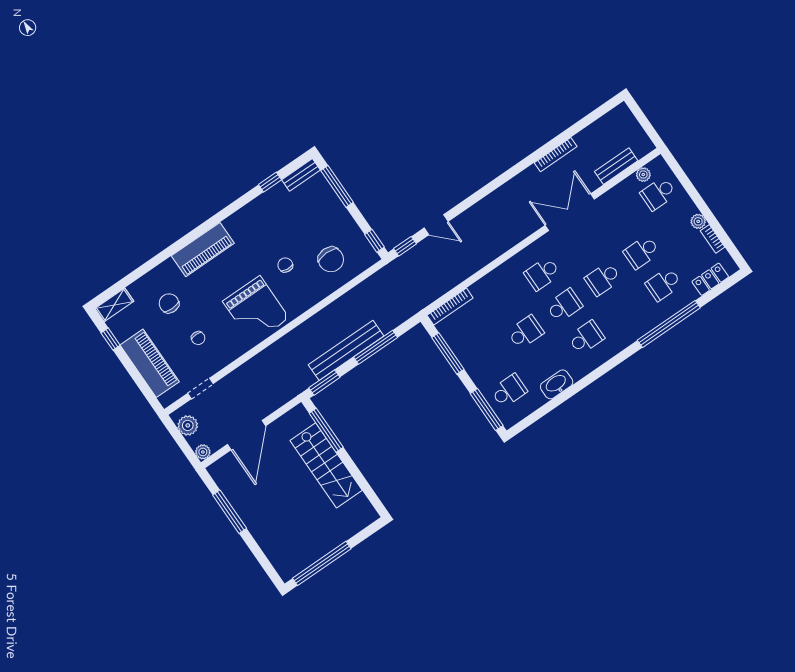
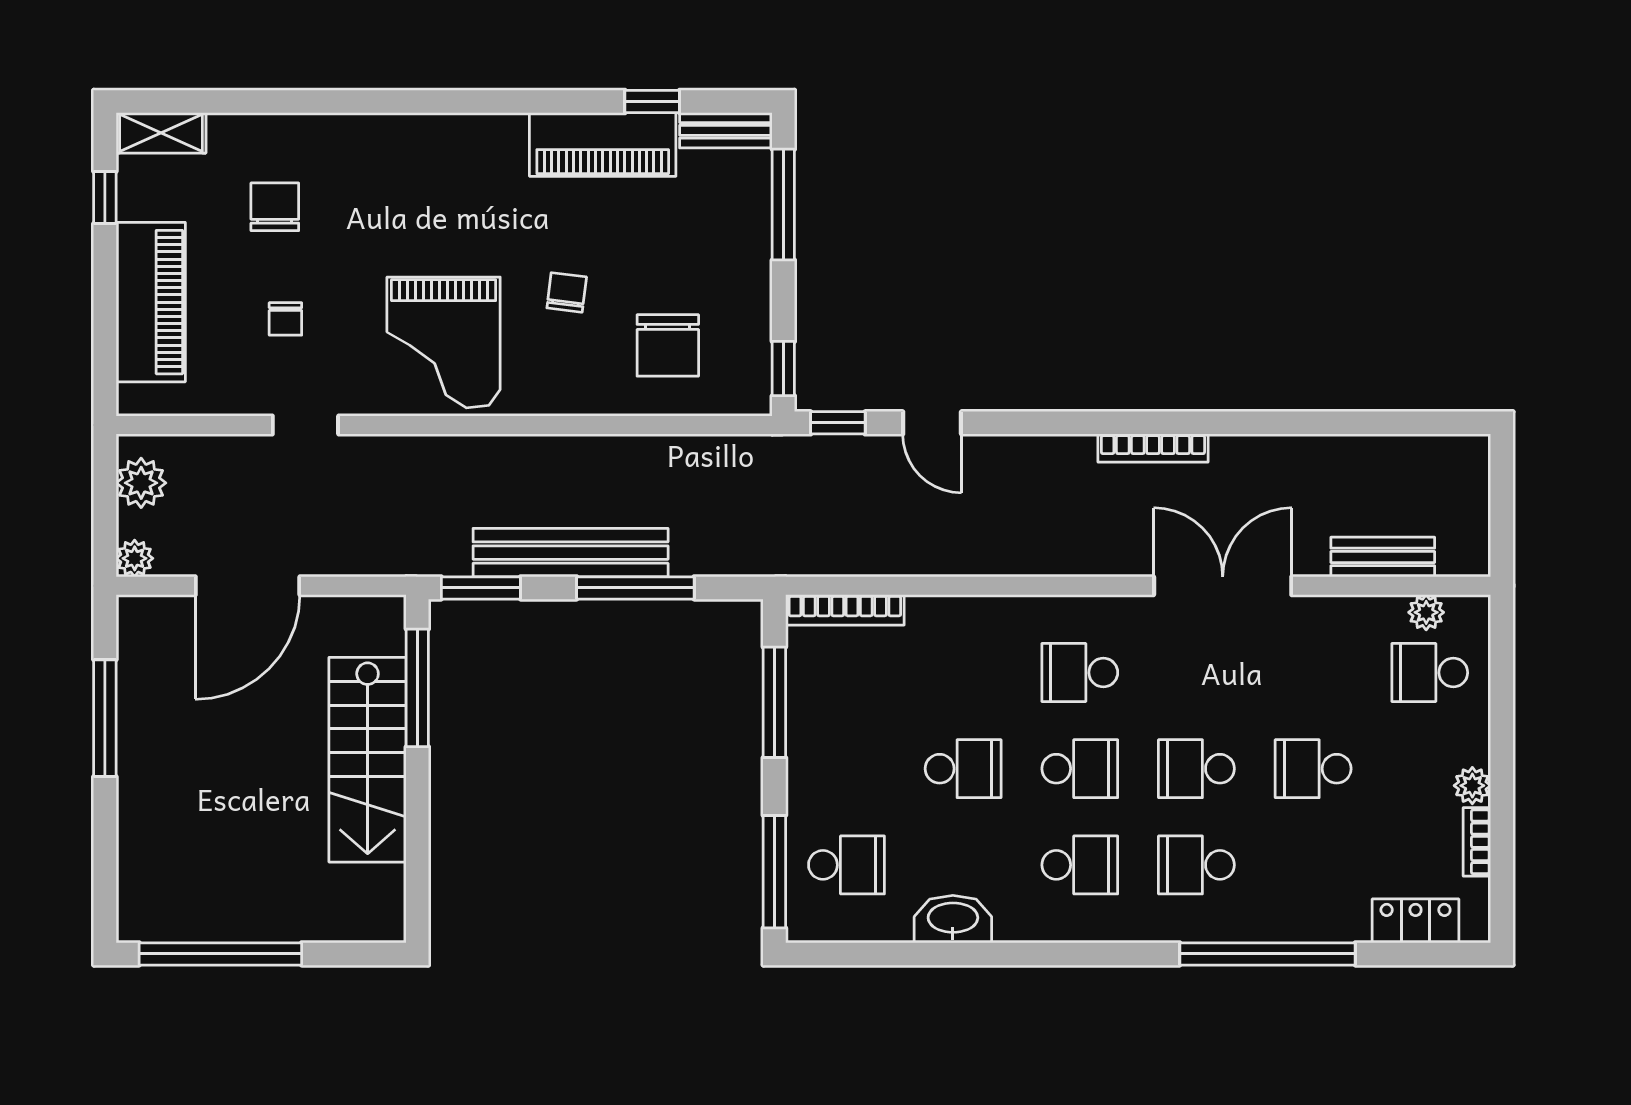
bookcase: (556, 155) -> (1153, 448), moved
piano: (203, 250) -> (603, 144), moved
school desk: (664, 284) -> (1196, 865), moved
doorway: (200, 388) -> (305, 425), moved

